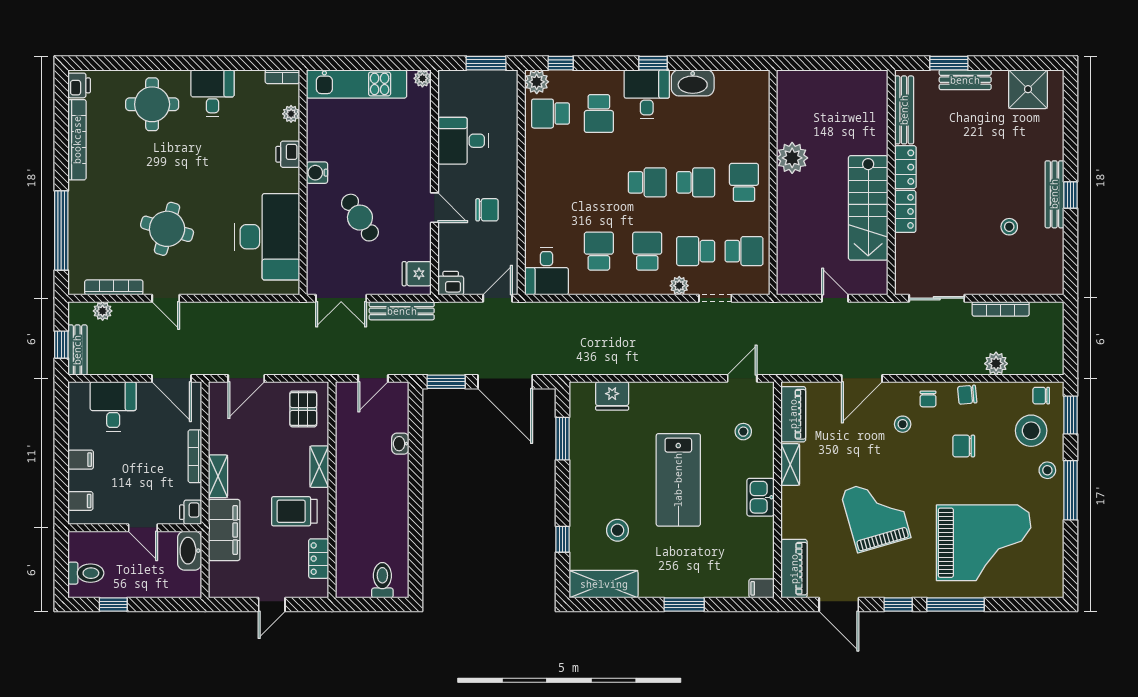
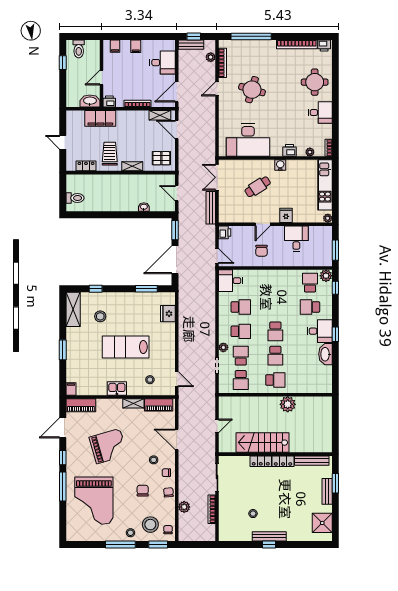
fridge: (417, 274) -> (286, 215), moved
shelving: (218, 476) -> (160, 115), moved

